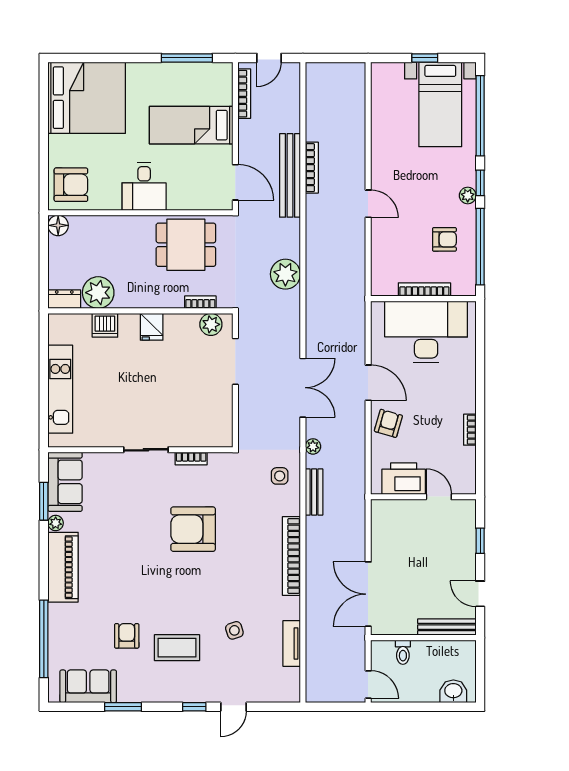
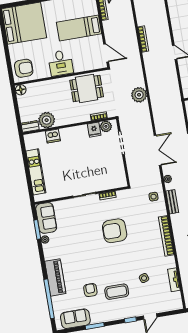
bench: (290, 175) -> (133, 45), removed
fridge: (152, 327) -> (94, 130), moved
piano: (63, 567) -> (55, 277), moved

